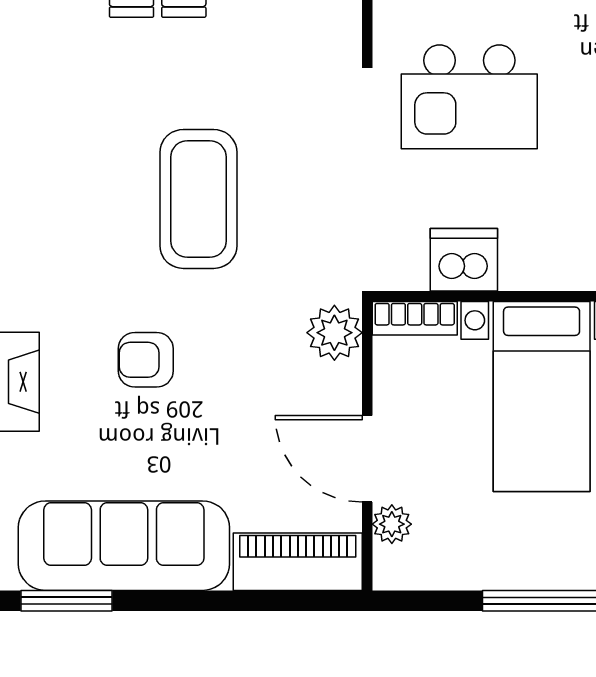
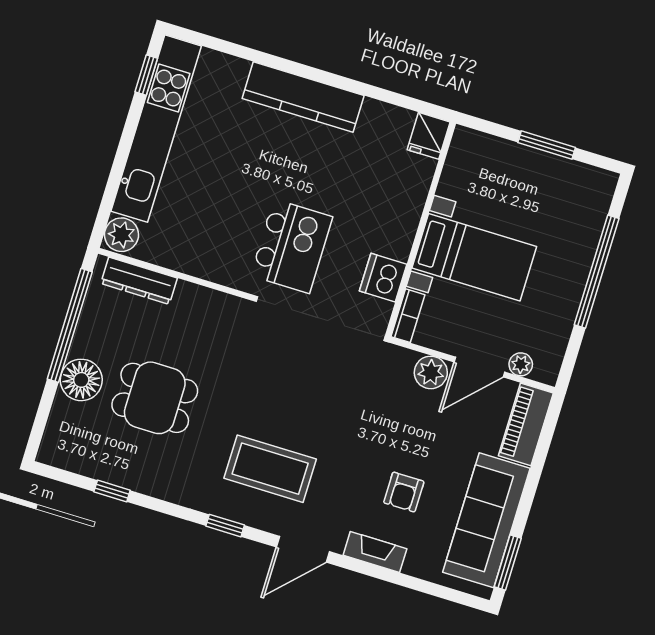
coffee table: (198, 199) -> (270, 469), moved
plant: (334, 333) -> (431, 372), moved
armchair: (146, 360) -> (404, 492), moved

